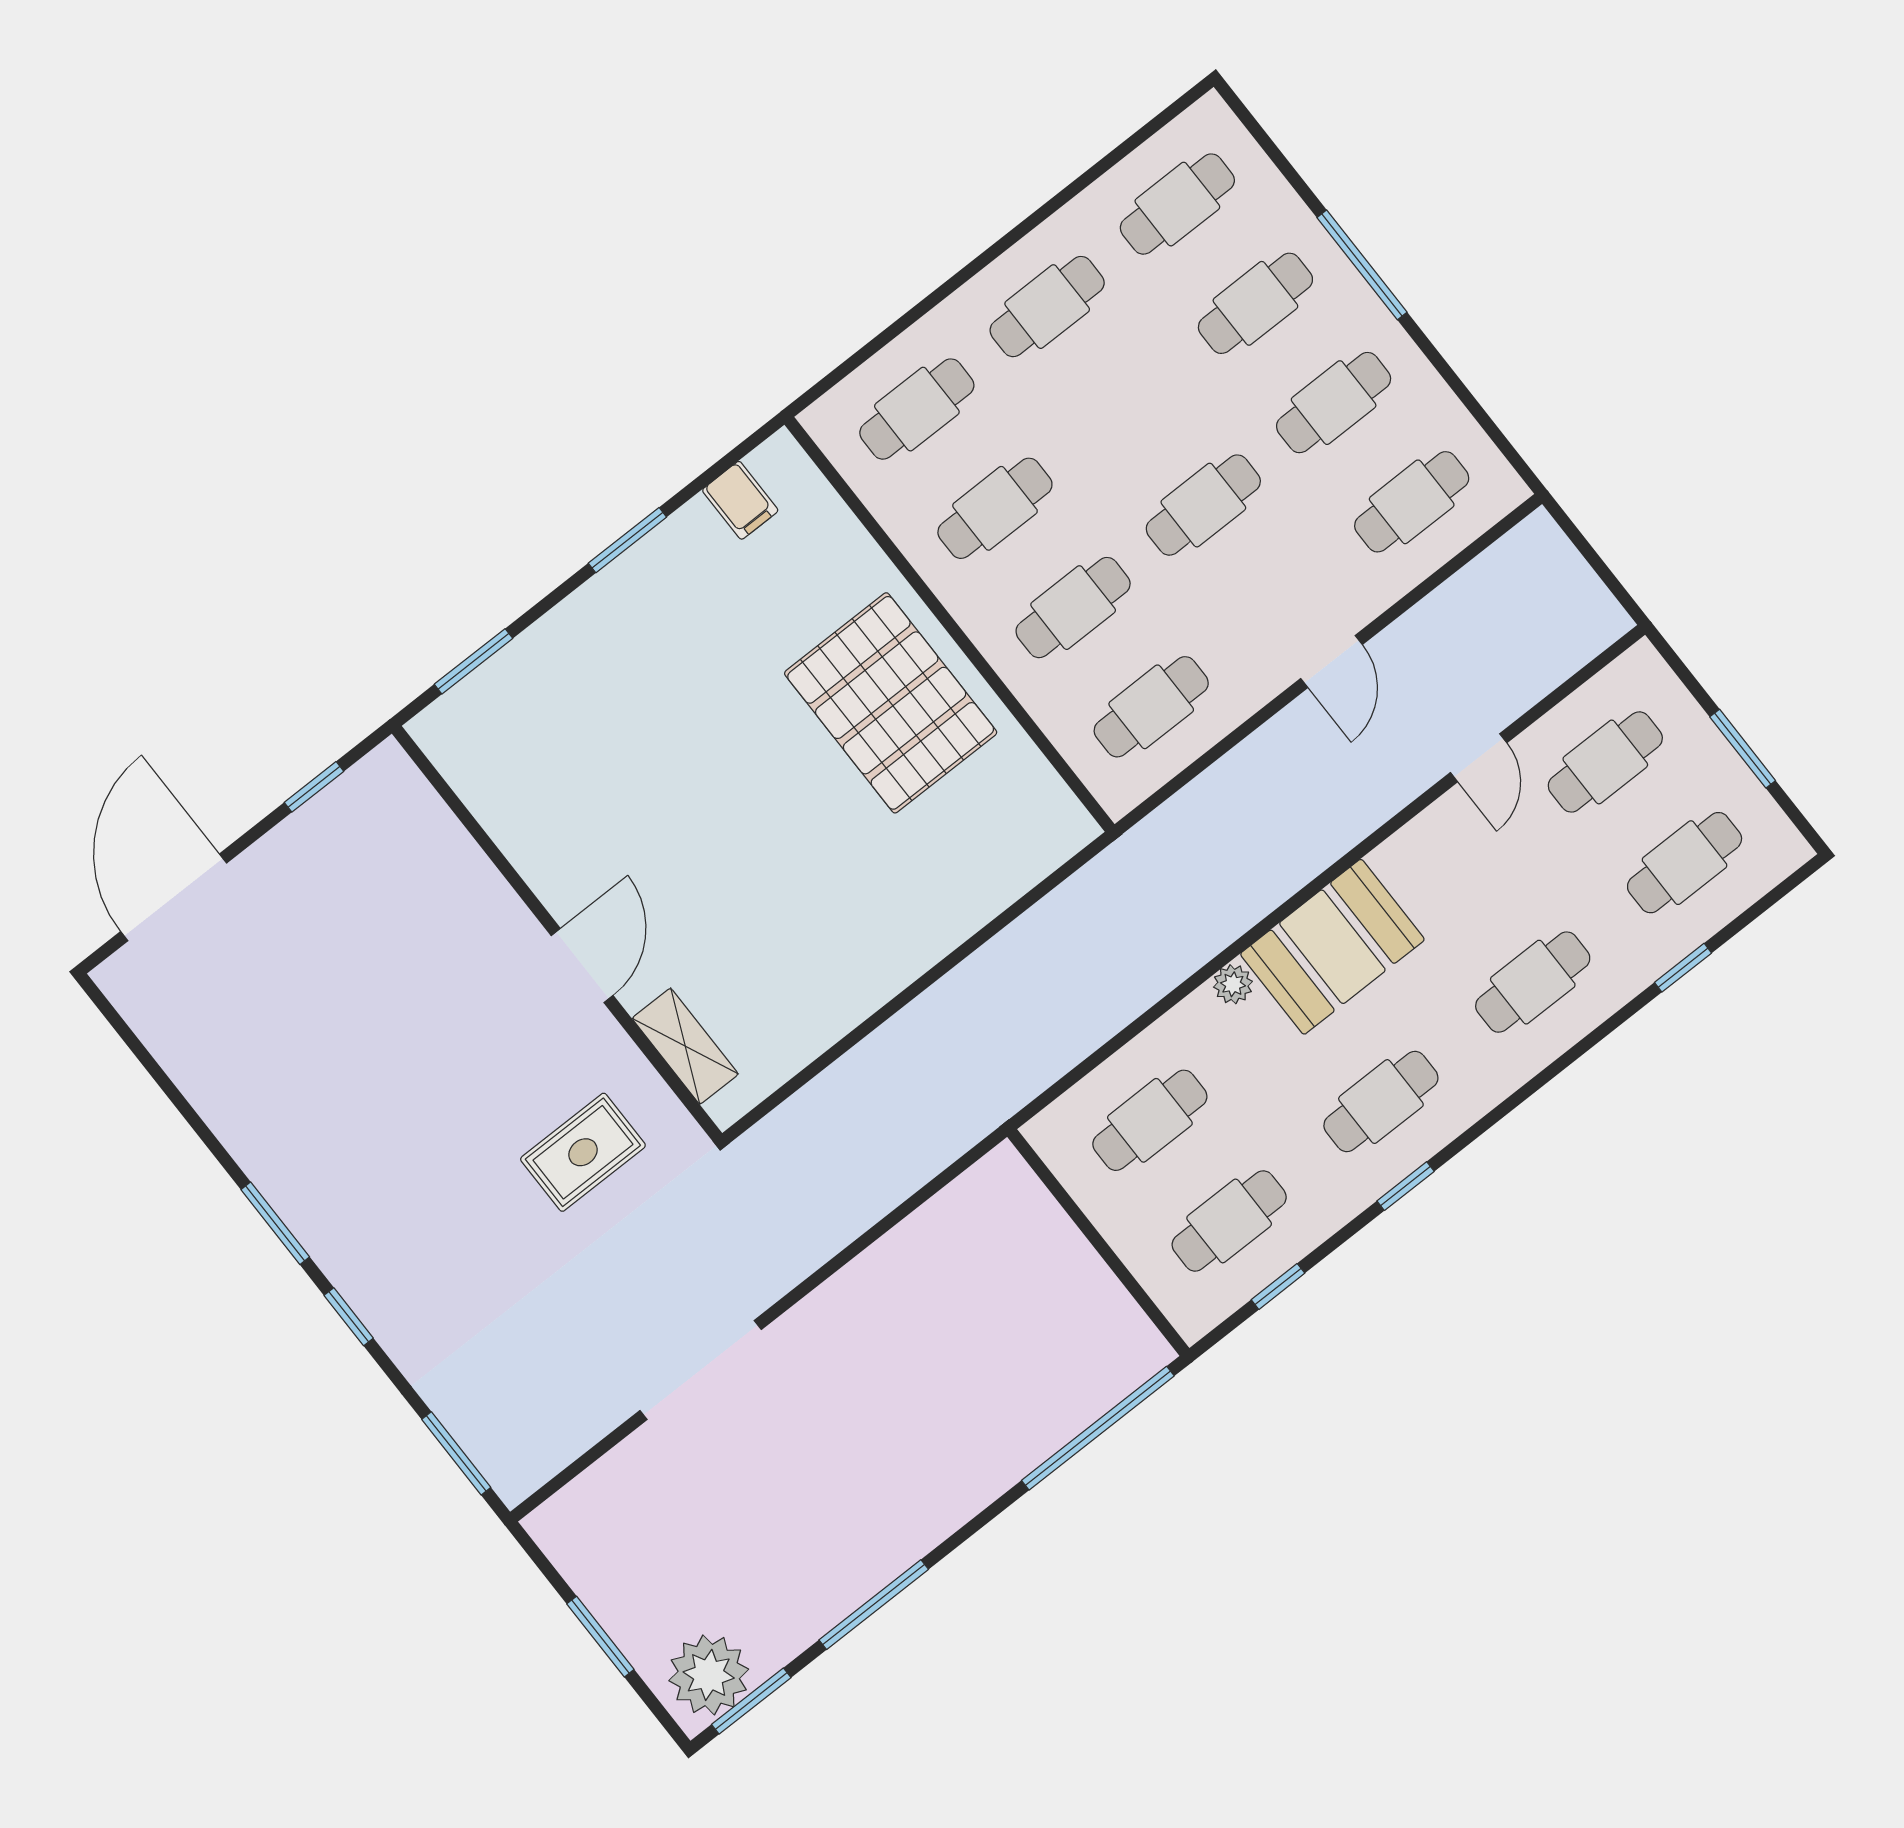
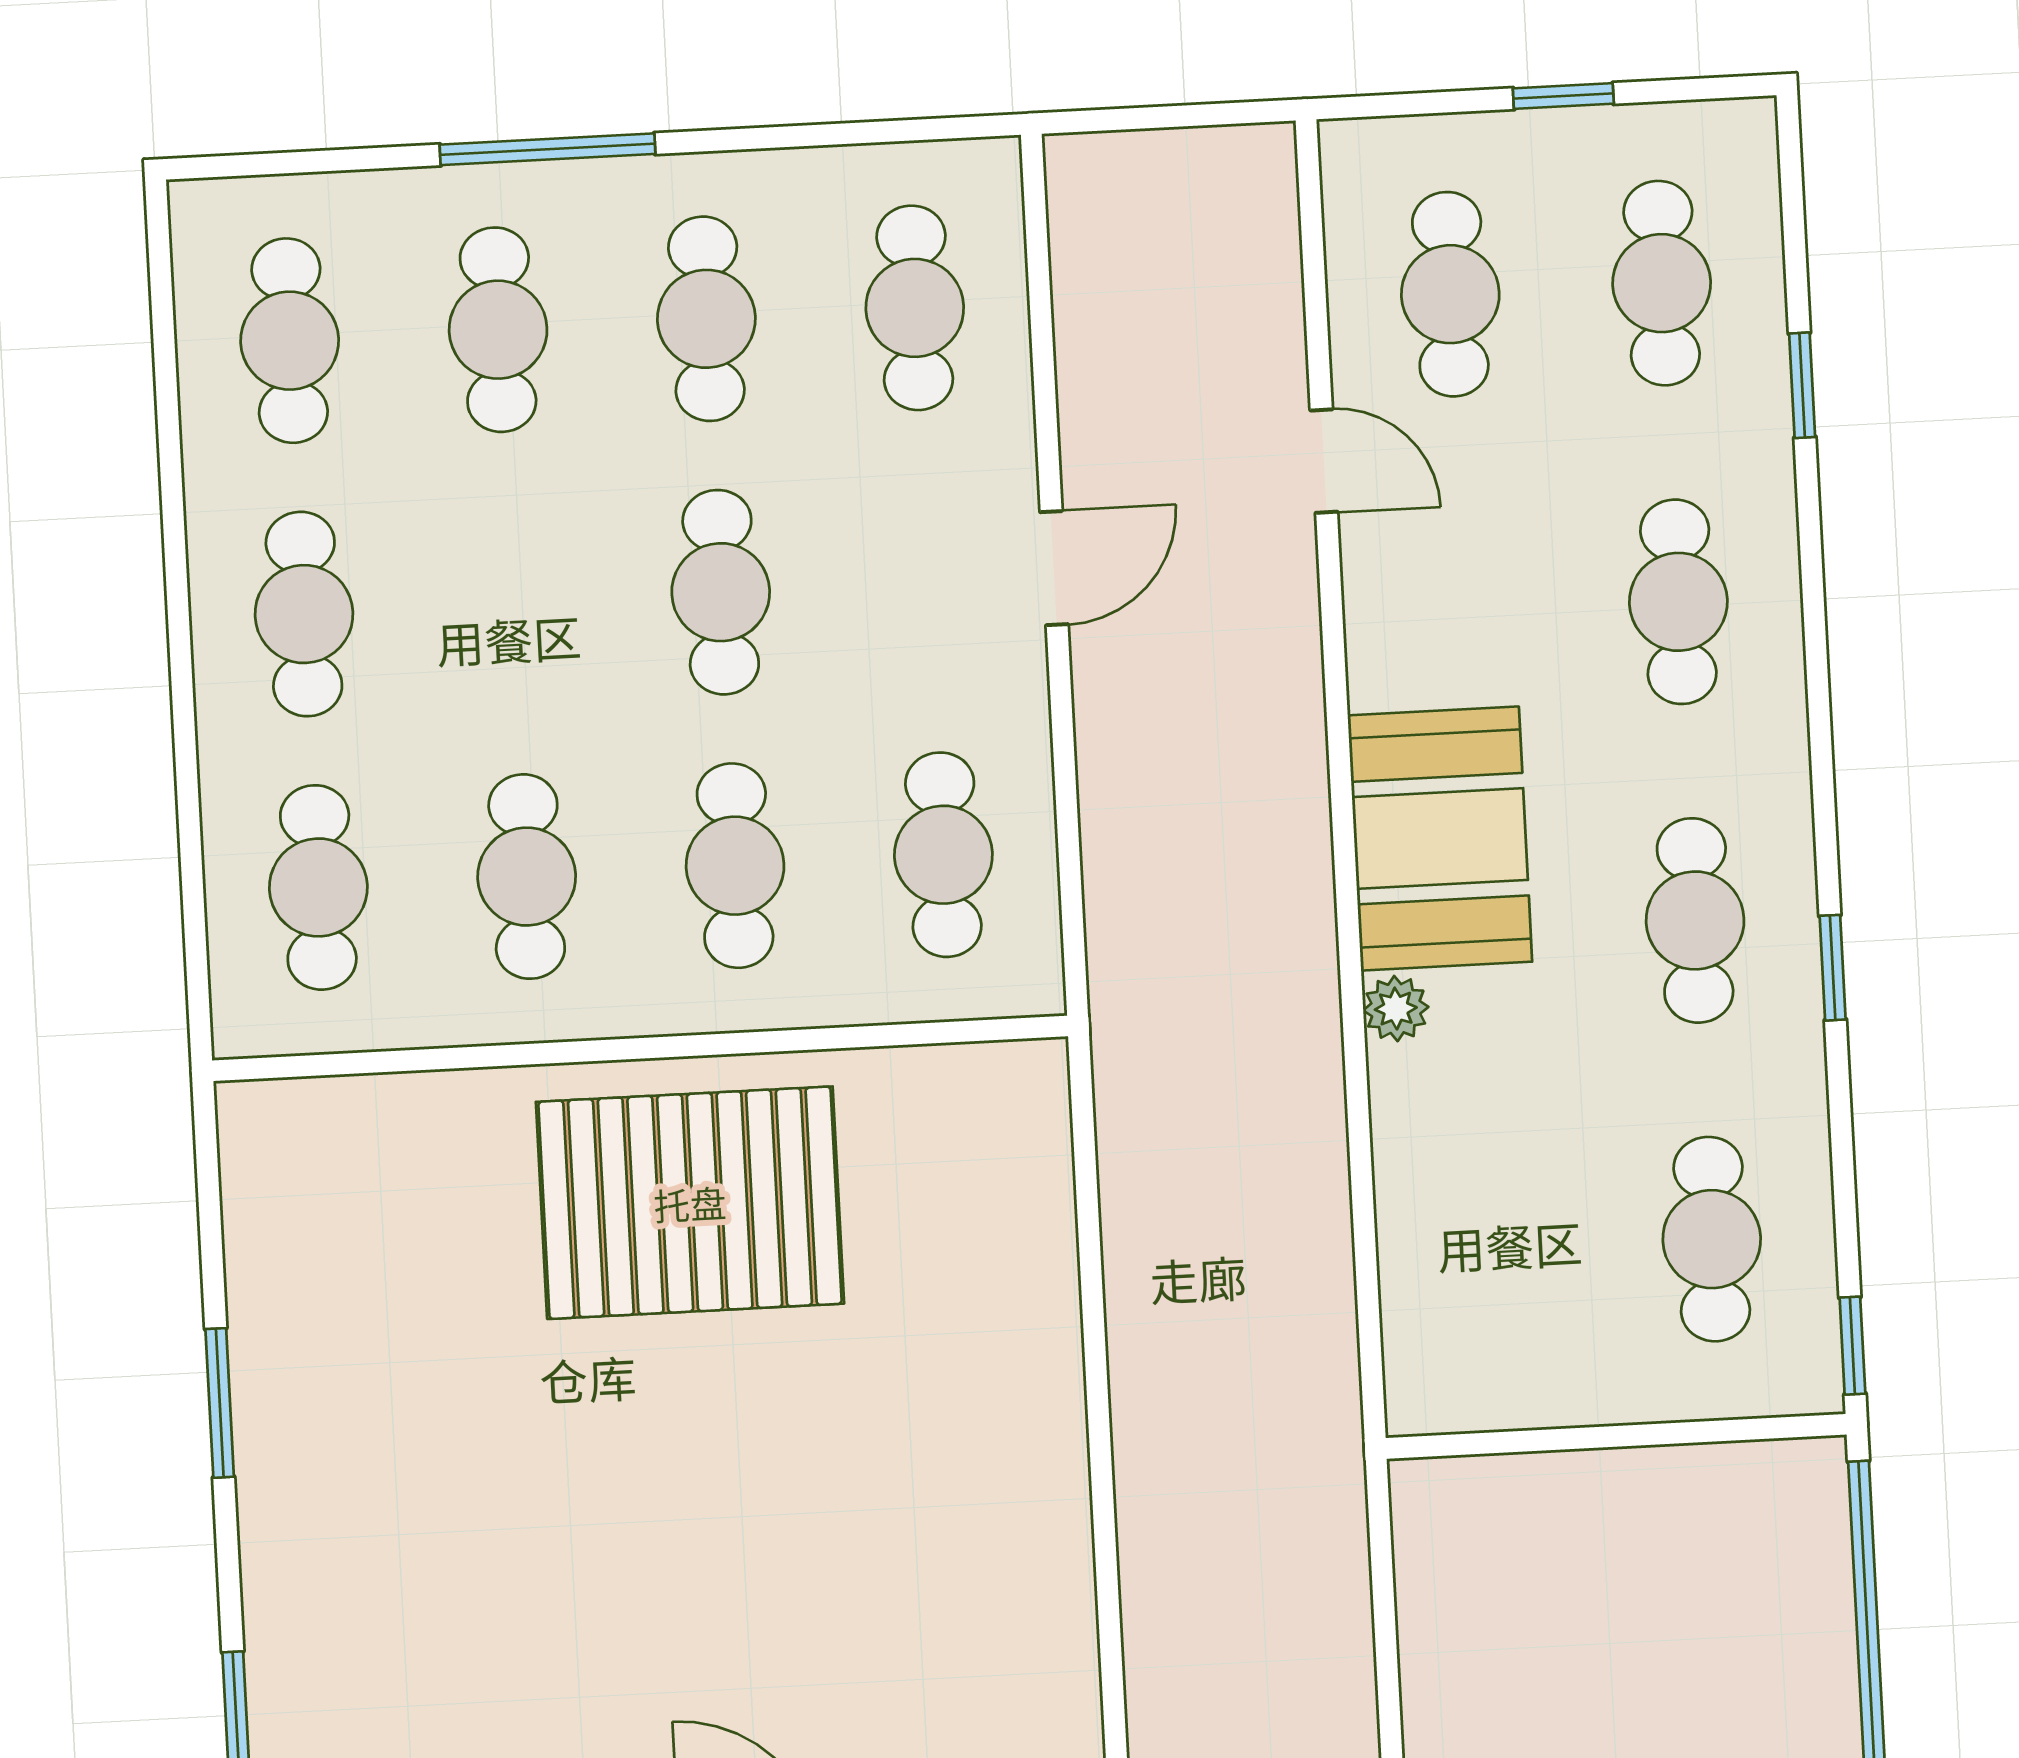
filing cabinet: (740, 500) -> (273, 1213), removed
door: (1332, 662) -> (1054, 568), hinge flipped
window: (1743, 749) -> (1563, 96), width x0.67
cafe table: (1150, 1120) -> (1500, 1250), removed
window: (1278, 1286) -> (1852, 1346), moved

